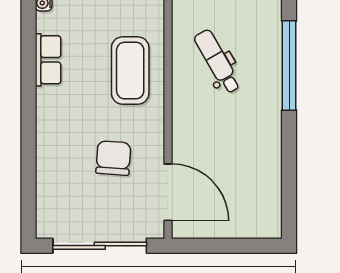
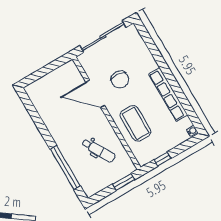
row of seats: (48, 60) -> (168, 94), width x2.02
door: (168, 192) -> (95, 94), moved

